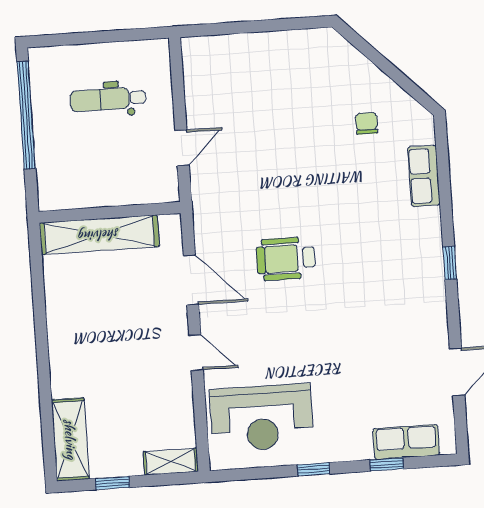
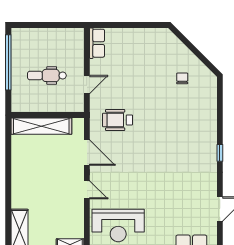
dental chair: (108, 99) -> (47, 75), moved
row of seats: (424, 176) -> (97, 43), moved, turned 180
wheelchair: (286, 259) -> (118, 120), moved

